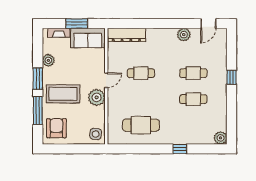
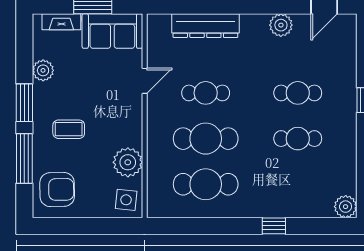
dresser: (126, 35) -> (205, 26), moved
door: (106, 80) -> (145, 81), moved
coffee table: (63, 94) -> (69, 129), width x0.54, depth x0.58
plant: (97, 97) -> (128, 162), moved
cafe table: (141, 99) -> (206, 139), added
armchair: (56, 128) -> (57, 190), turned 89

